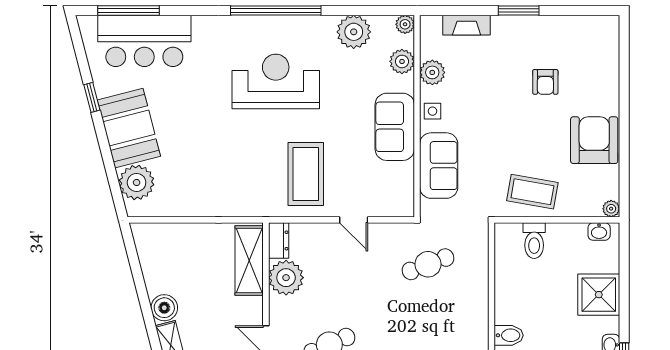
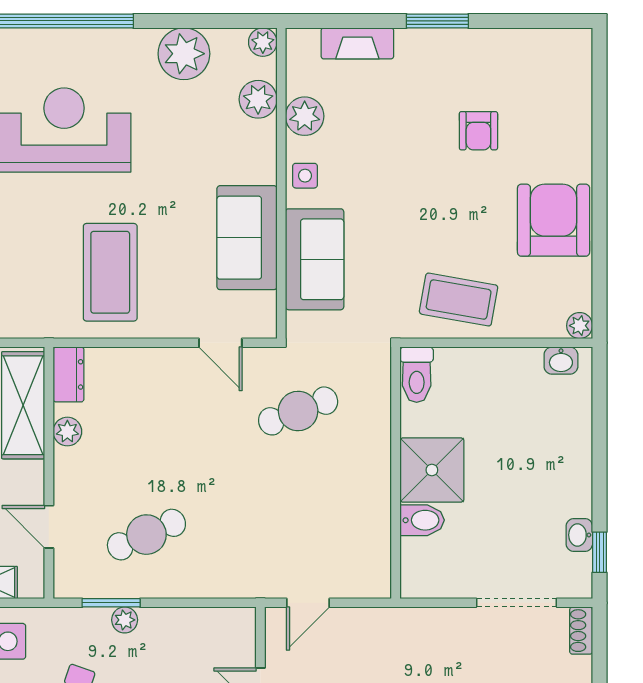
sofa: (395, 127) -> (247, 238), moved
door: (354, 220) -> (220, 343), moved
toilet: (534, 241) -> (417, 375), moved
plant: (286, 278) -> (67, 432), width x0.53, depth x0.53
shower: (599, 295) -> (432, 470), moved

